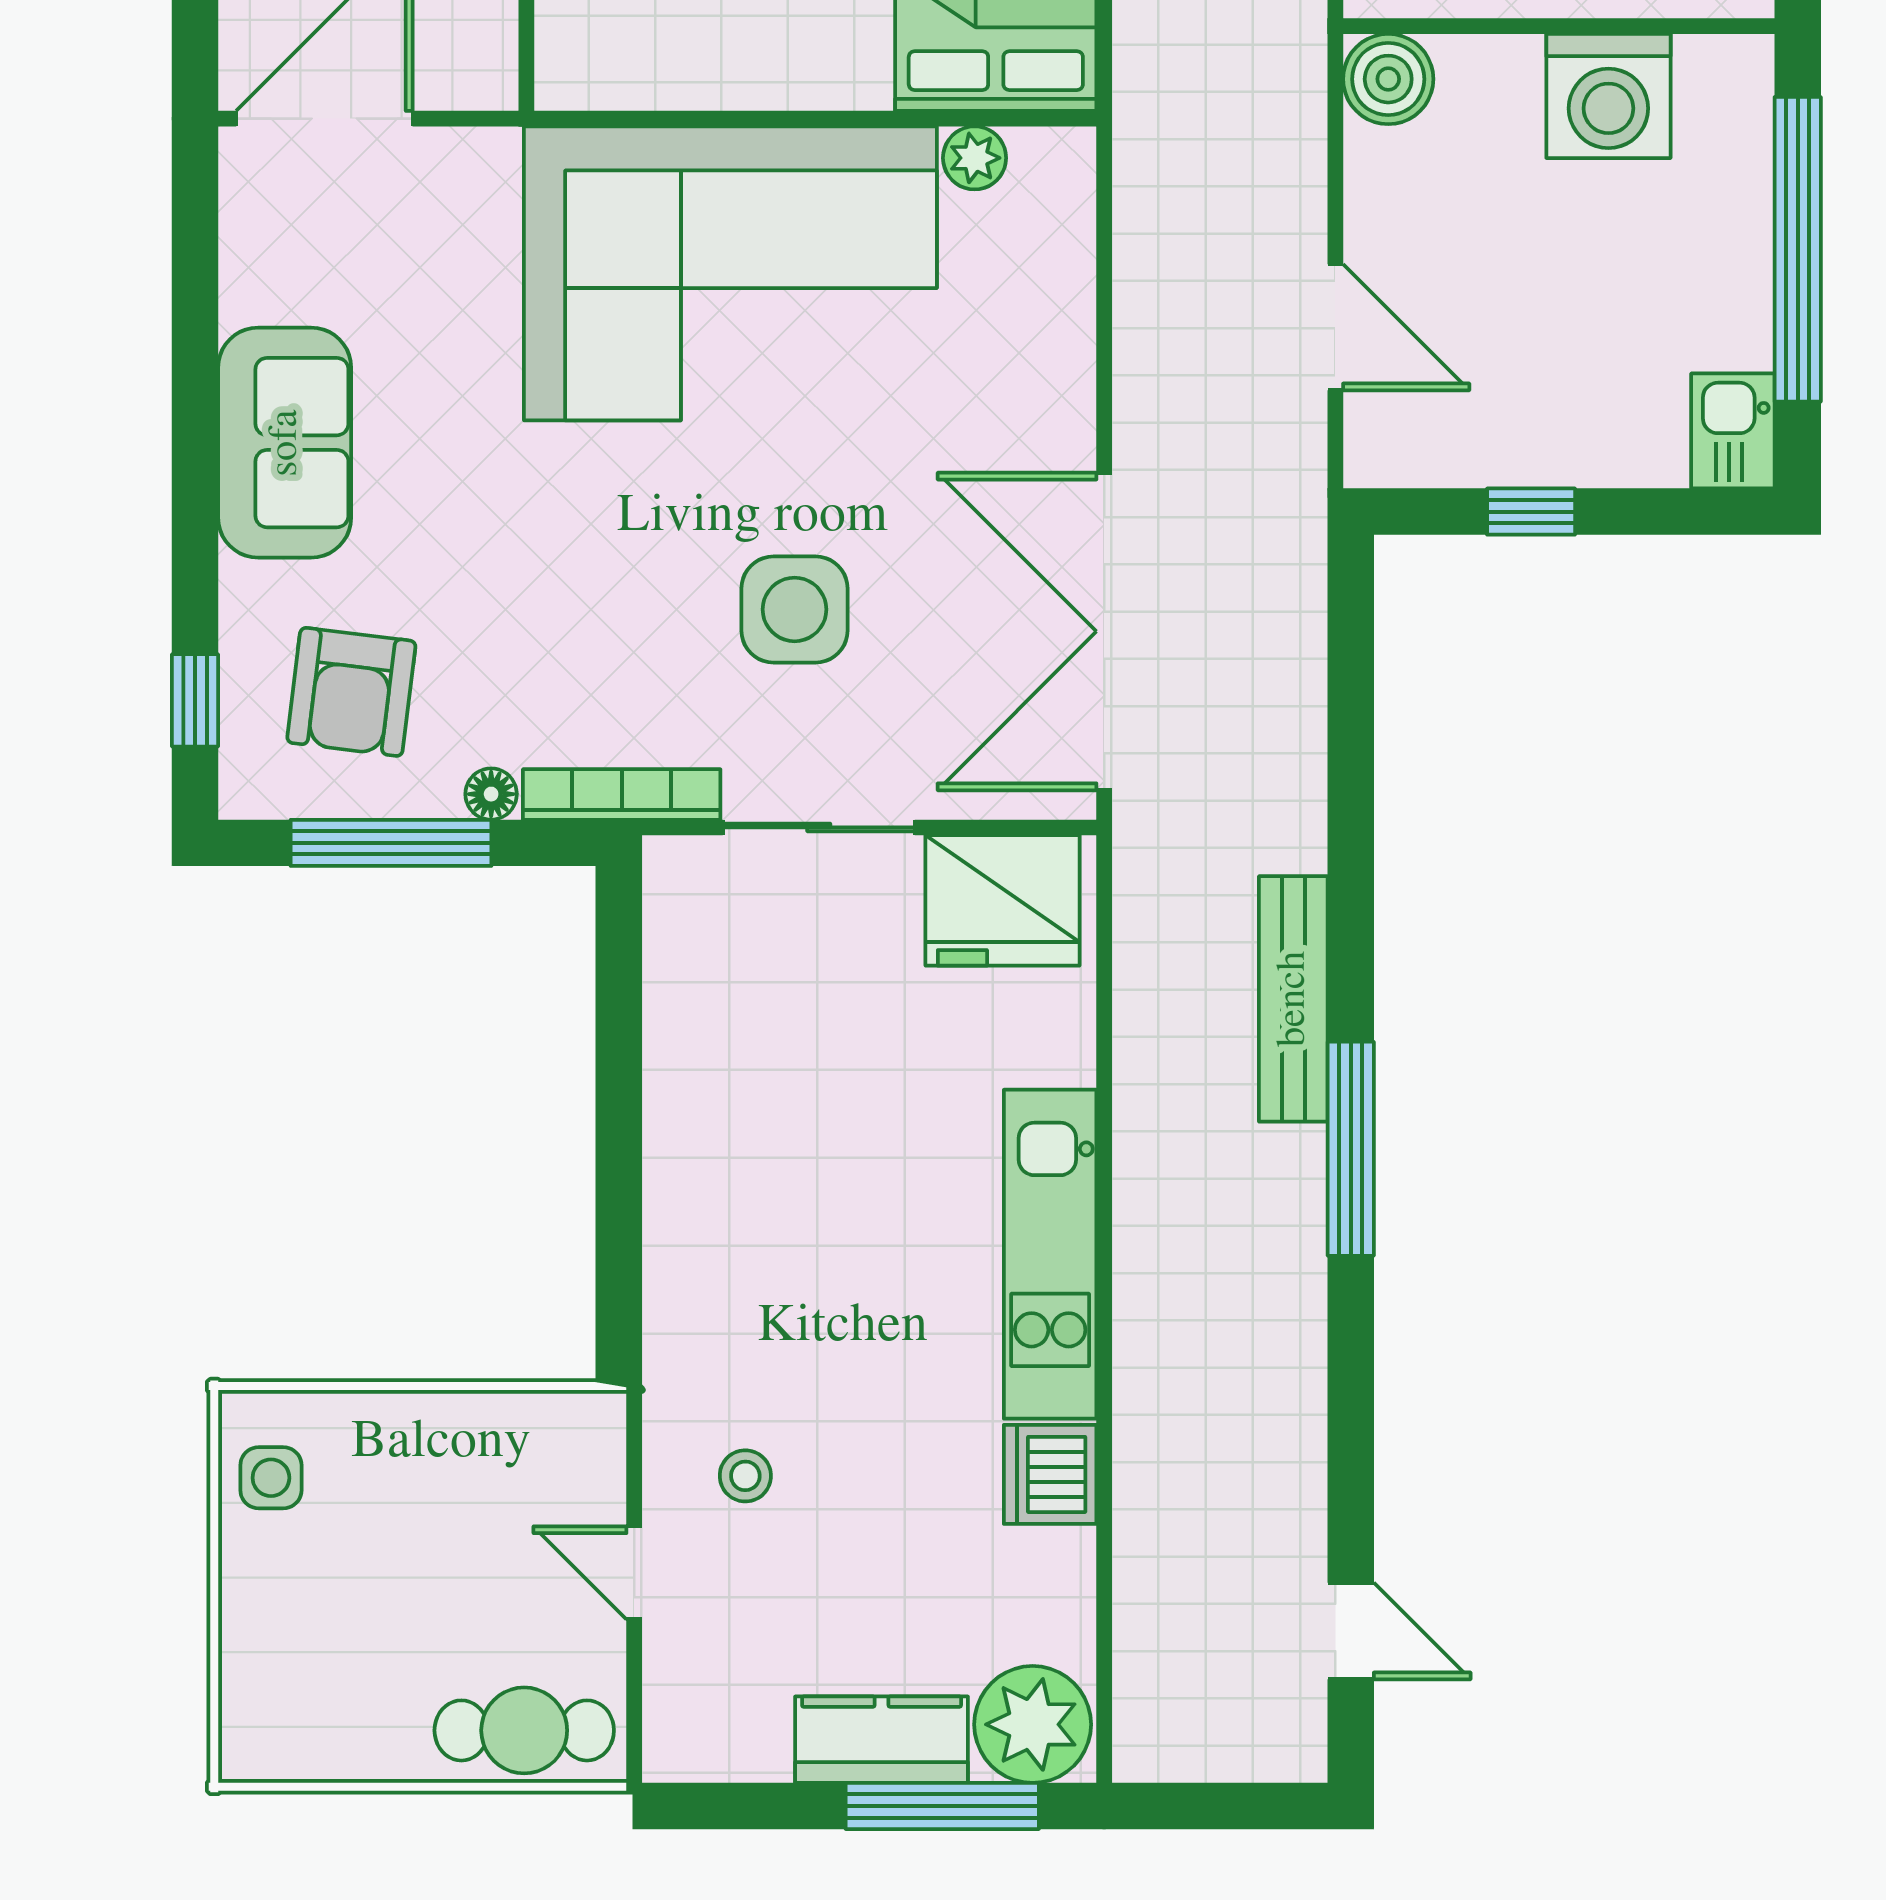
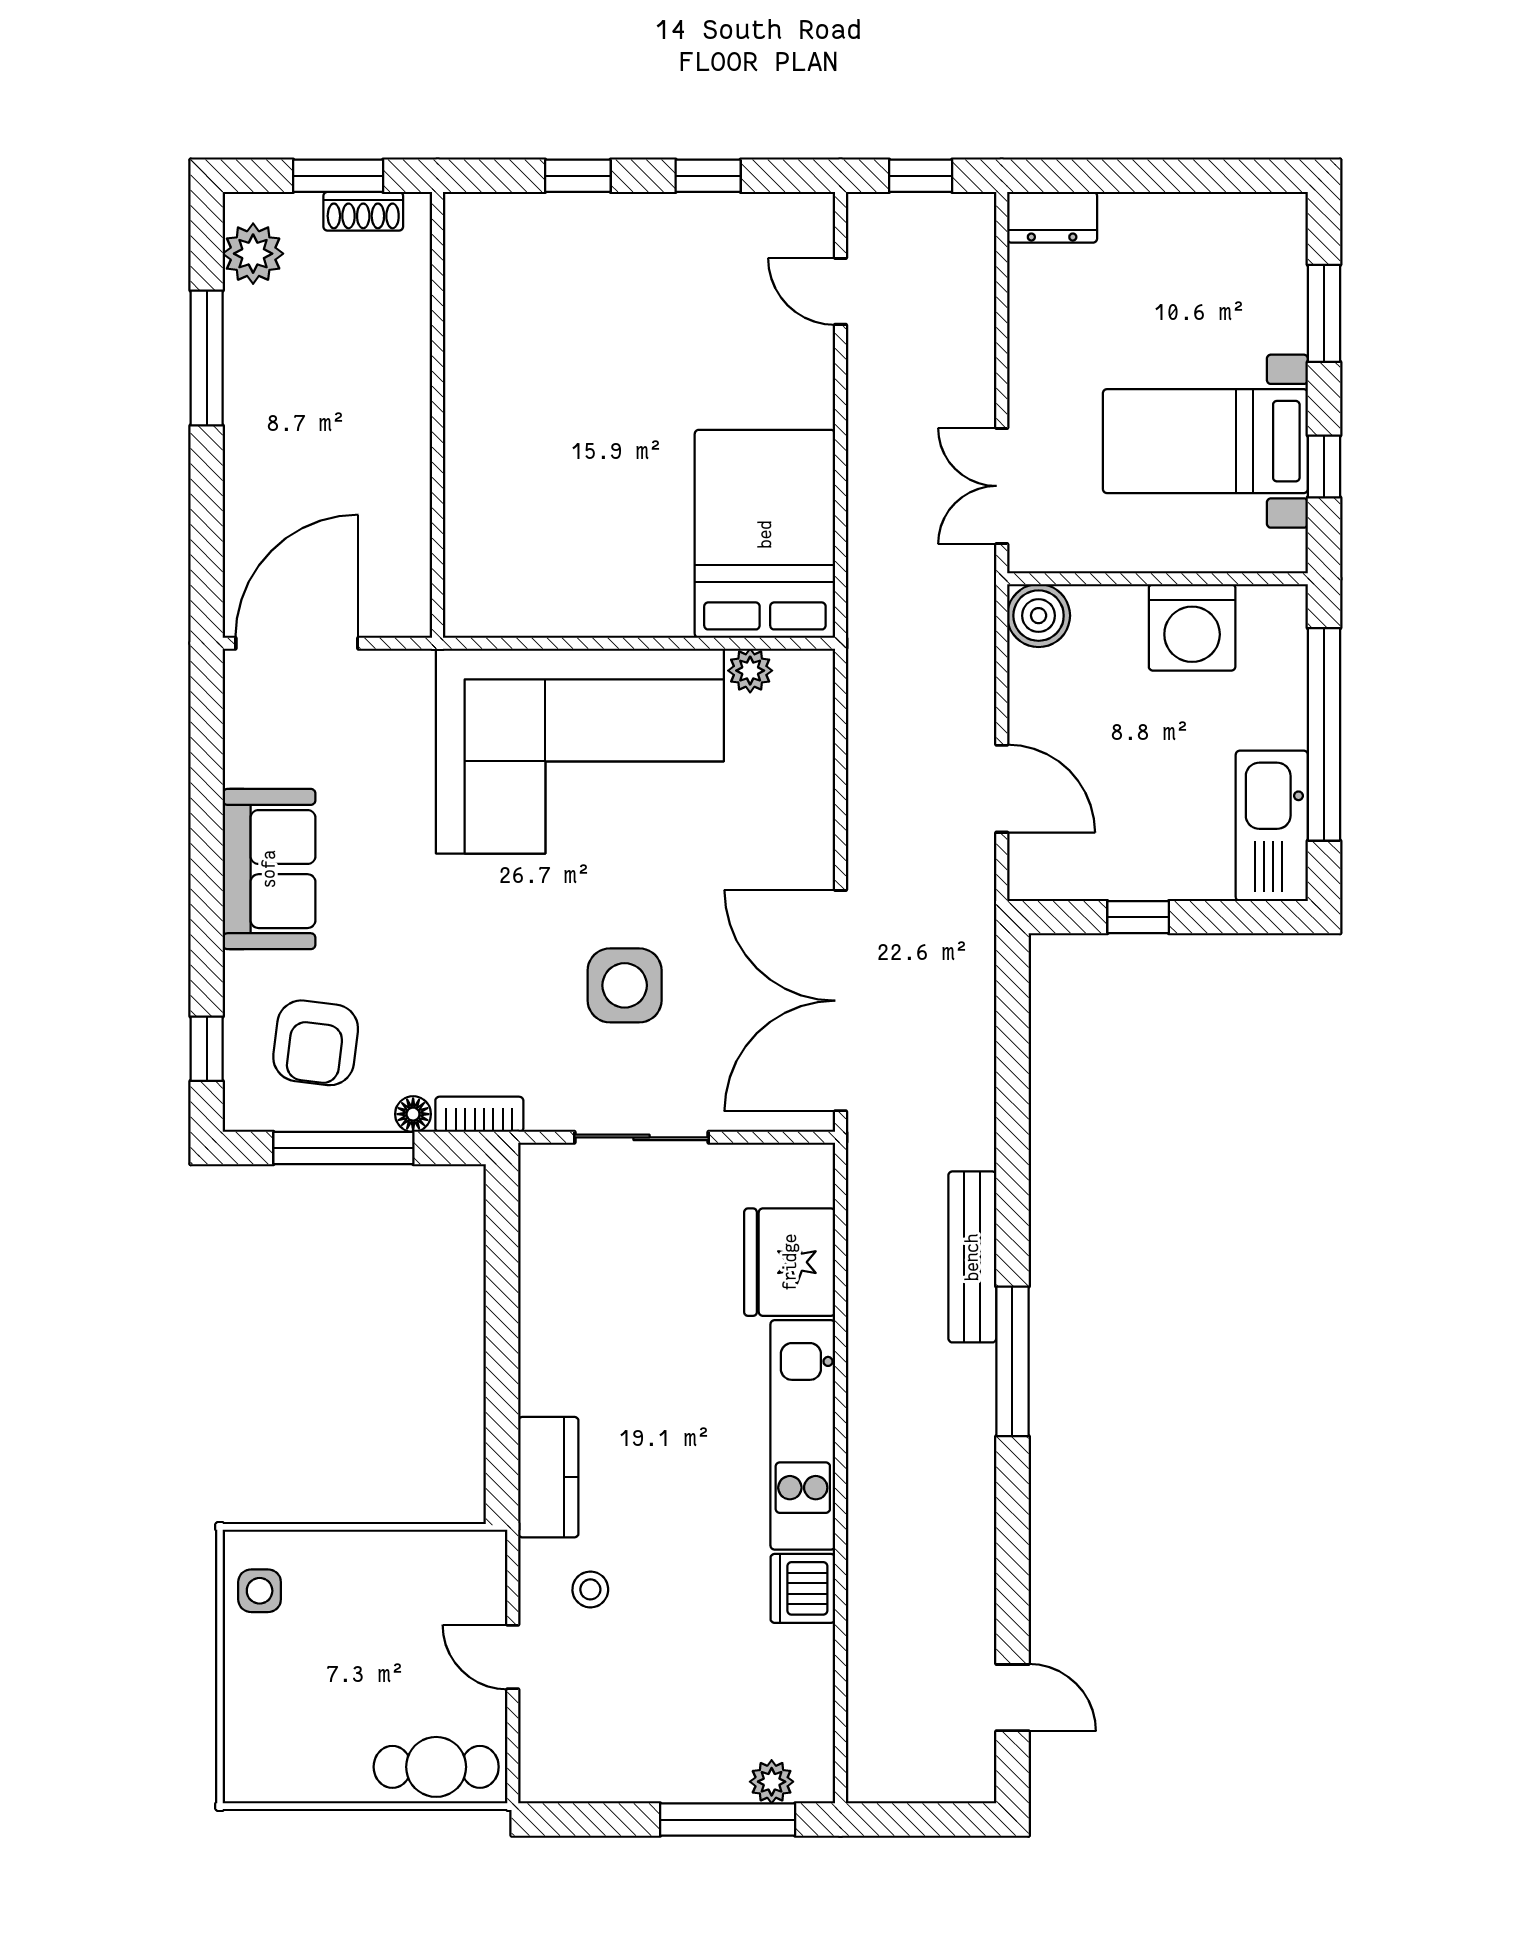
kitchen sink: (1733, 431) -> (1272, 826), width x1.87, depth x1.24
bookcase: (622, 794) -> (479, 1114), width x0.64
fridge: (1003, 900) -> (790, 1262), moved, turned 90
plant: (1033, 1724) -> (772, 1782), width x0.53, depth x0.53
kitchen counter: (882, 1740) -> (548, 1477), moved, turned 90

